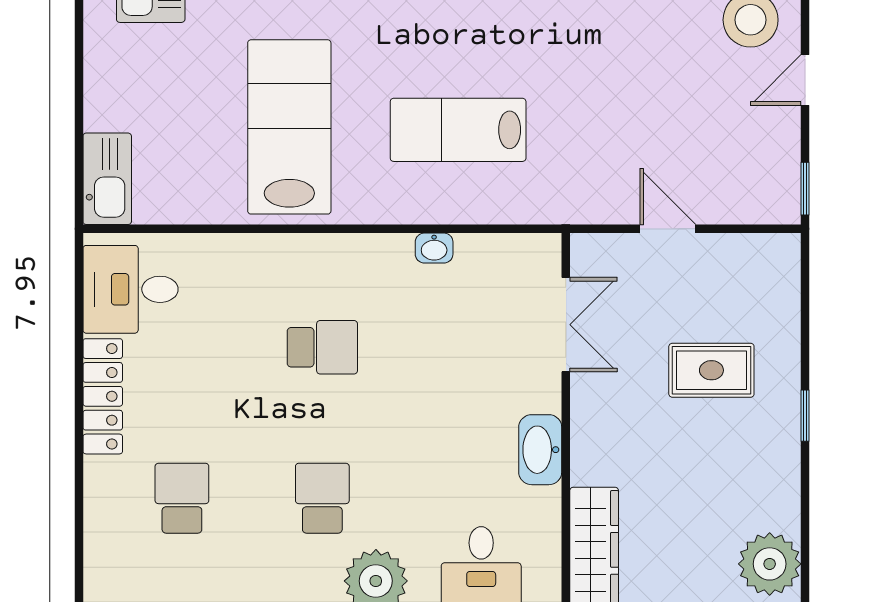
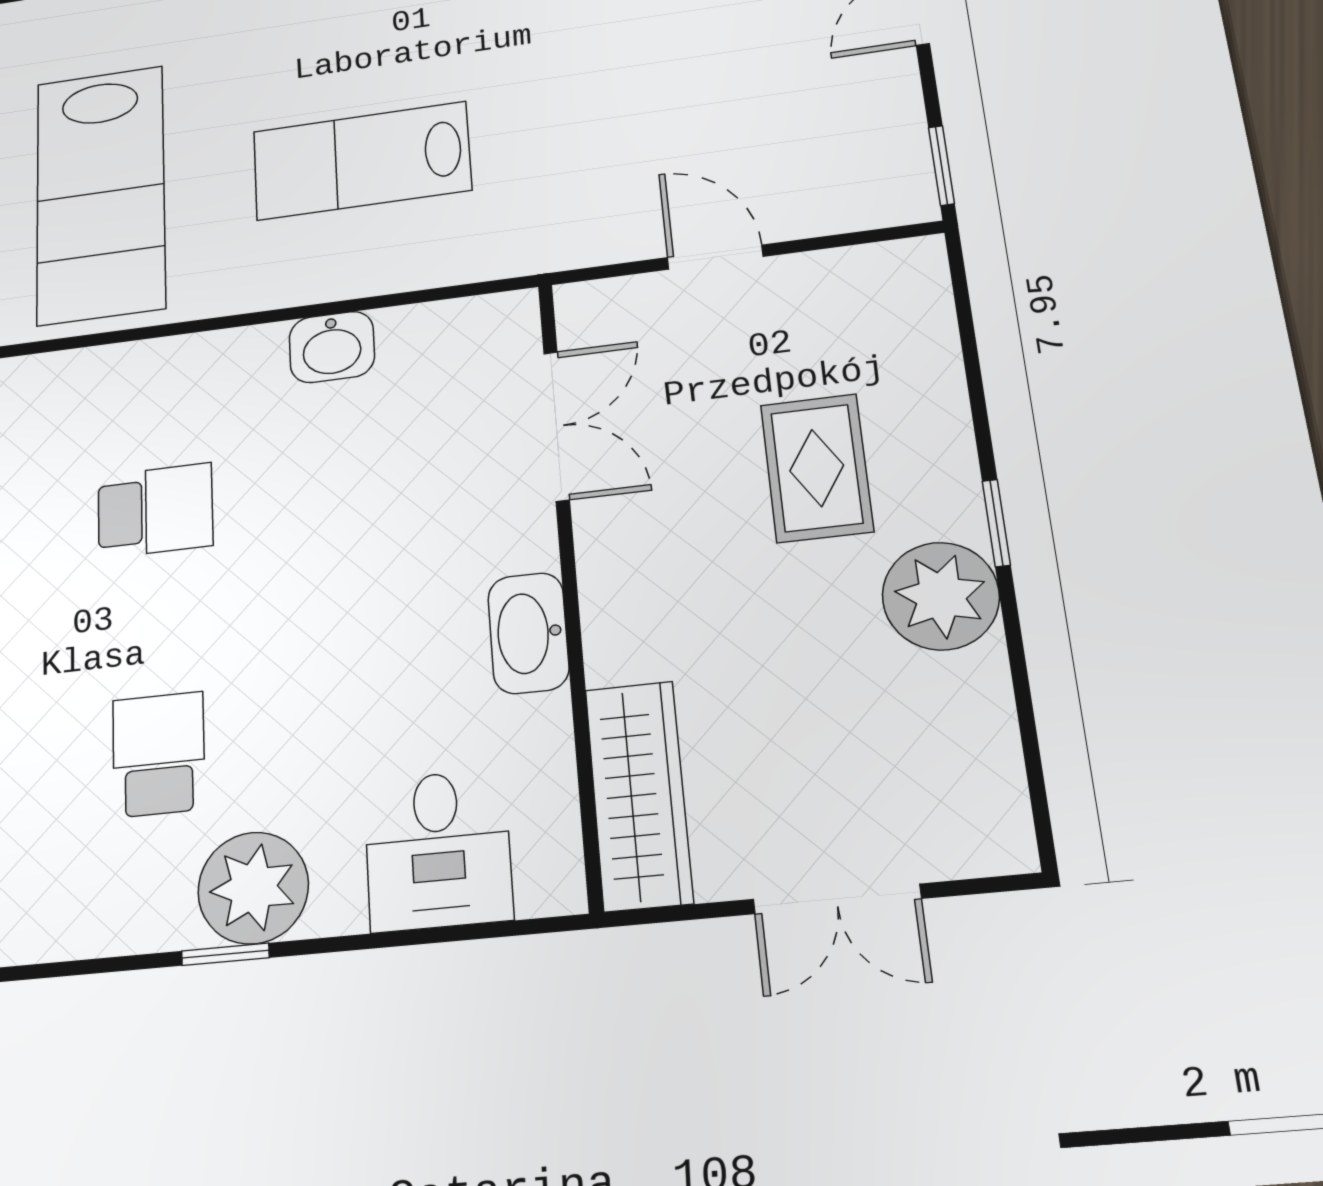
lab bench: (289, 127) -> (101, 194), turned 180
washbasin: (434, 248) -> (332, 347), width x1.38, depth x1.45
rug: (711, 370) -> (817, 468), turned 90
plant: (770, 564) -> (941, 596), moved

